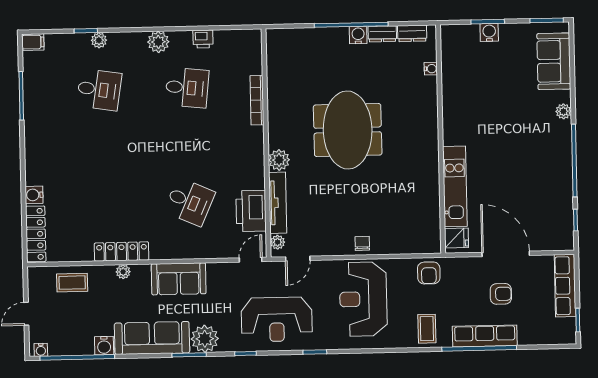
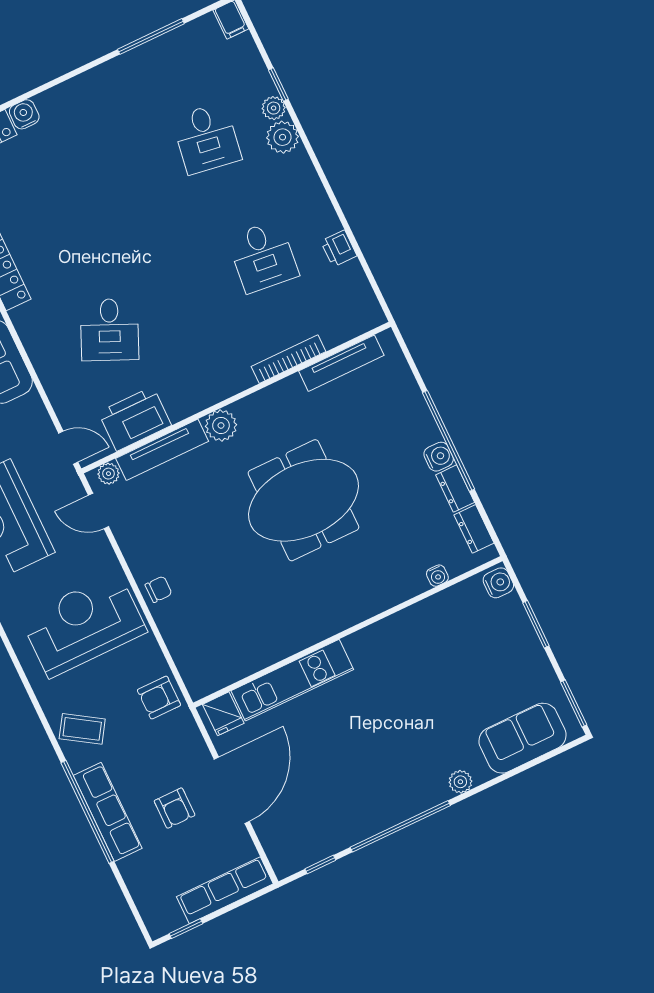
water cooler: (489, 32) -> (498, 583), moved
plant: (158, 42) -> (283, 137), moved
tv unit: (274, 69) -> (341, 363), added
coffee table: (427, 329) -> (82, 729), turned 33

